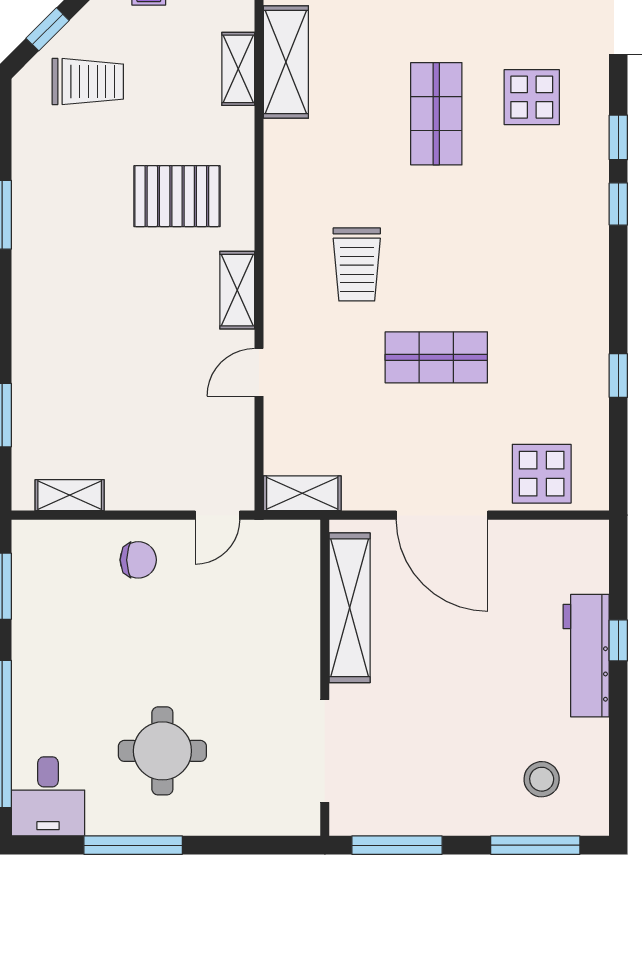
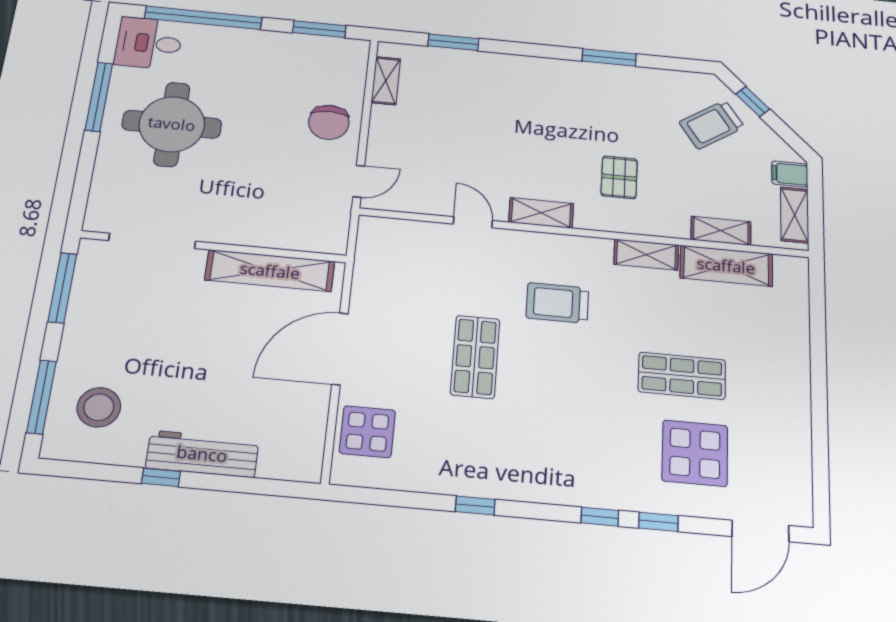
trolley: (88, 82) -> (712, 125), turned 56
display table: (532, 97) -> (695, 453), width x1.36, depth x1.36
pallet: (177, 196) -> (619, 177), width x0.67, depth x0.71
window: (618, 376) -> (475, 505), moved
shelving: (302, 493) -> (646, 255), moved, turned 90
door: (217, 515) -> (359, 181), swing flipped
chair: (138, 560) -> (329, 122), width x1.37, depth x1.37
window: (618, 640) -> (161, 477), moved
round table: (162, 751) -> (172, 124), width x1.36, depth x1.36
stool: (542, 779) -> (99, 407), width x1.38, depth x1.38

